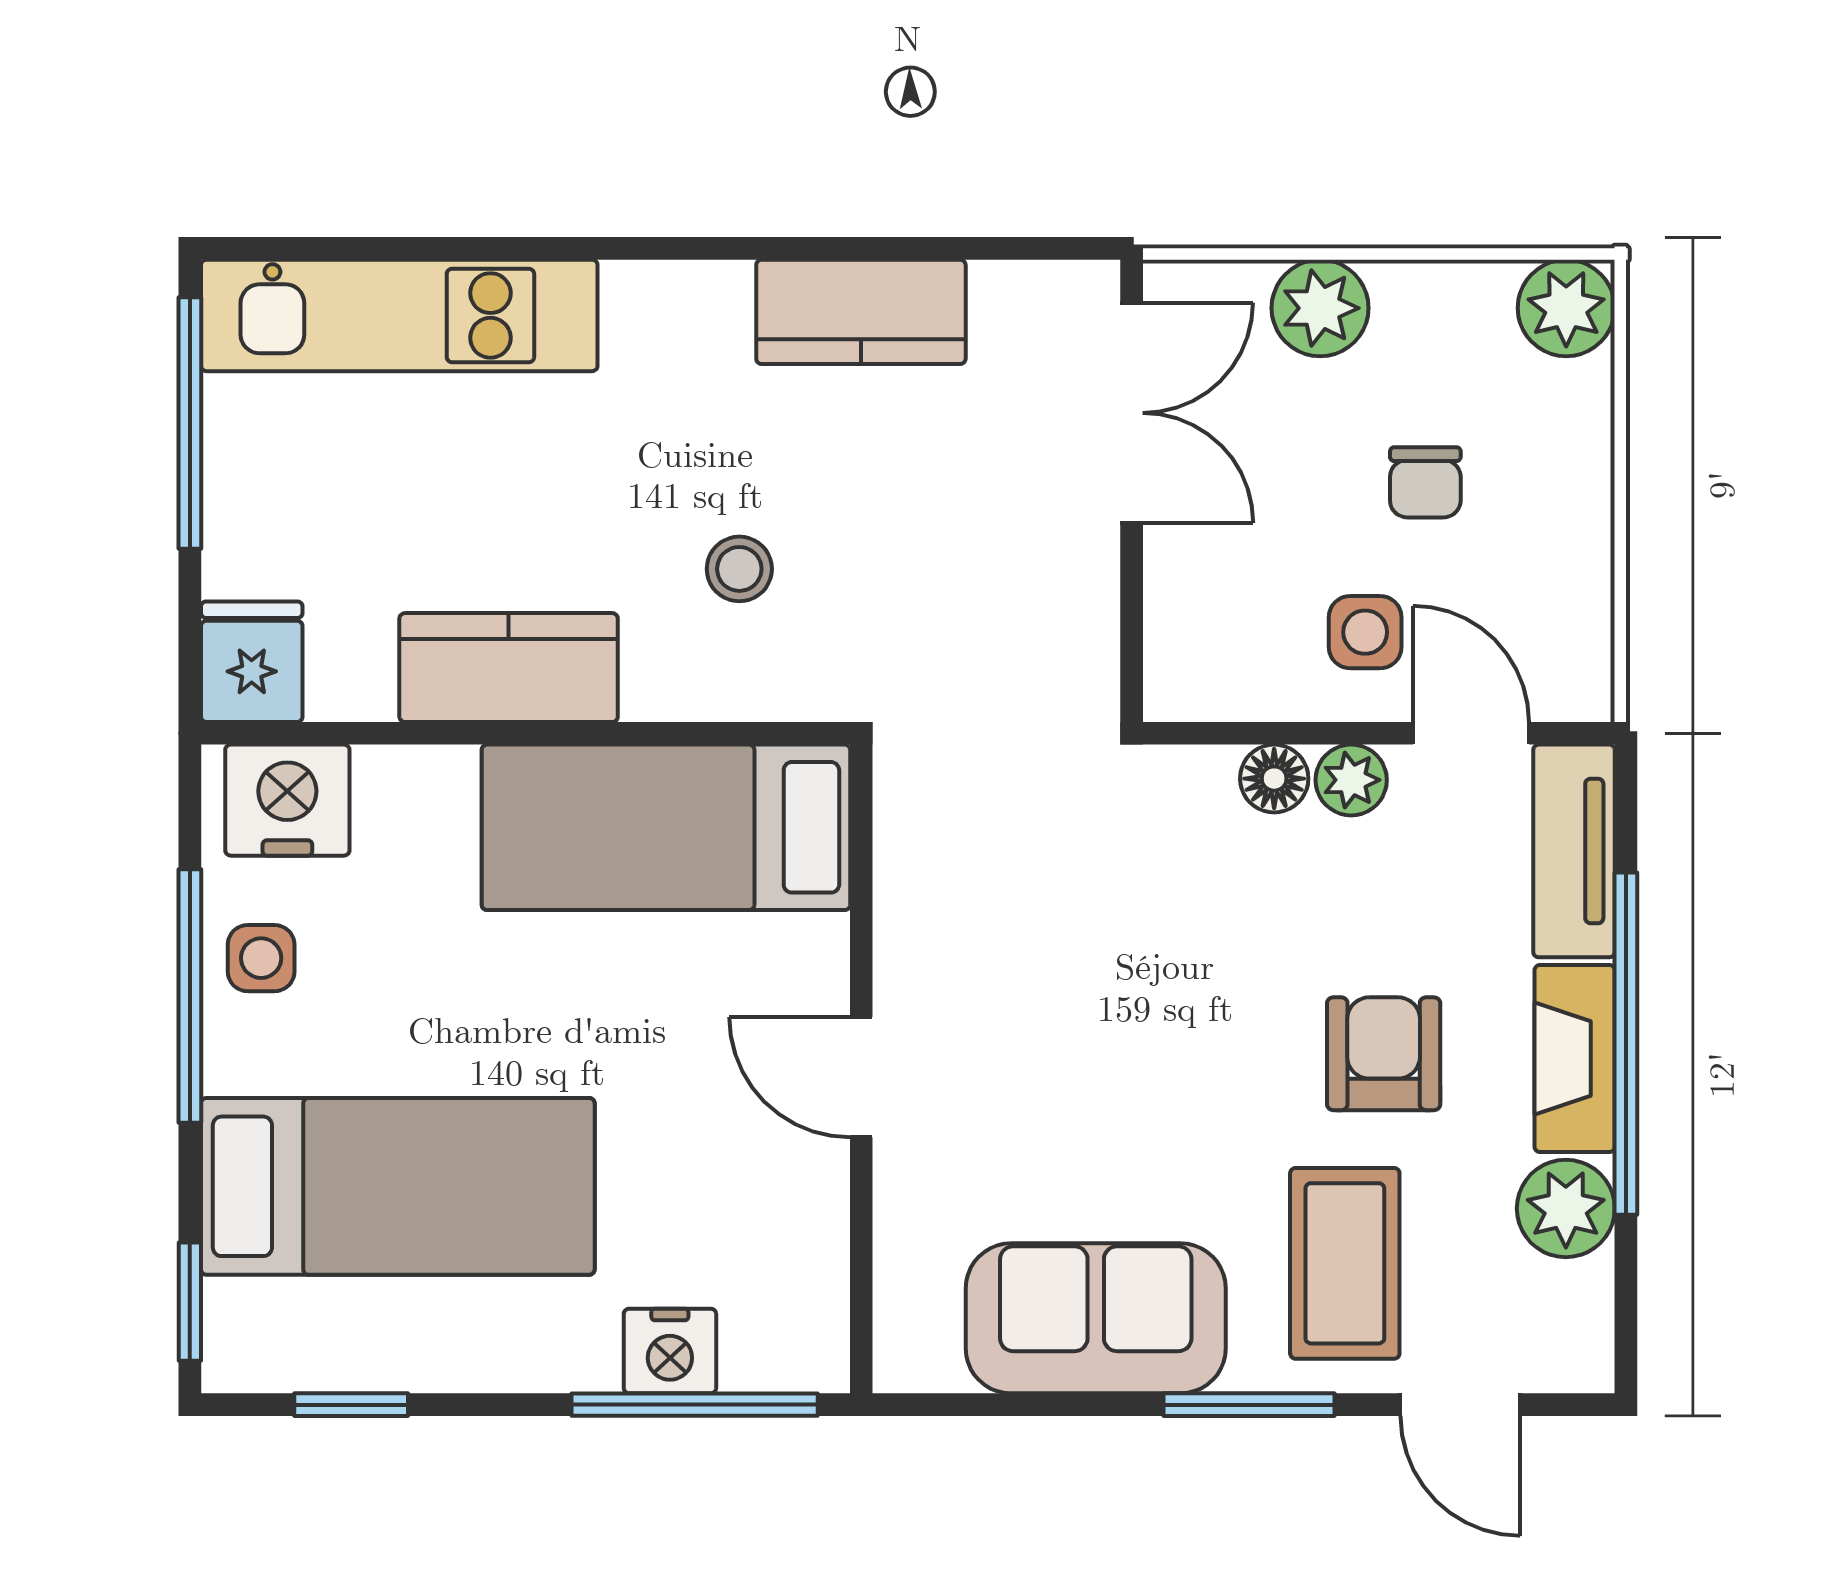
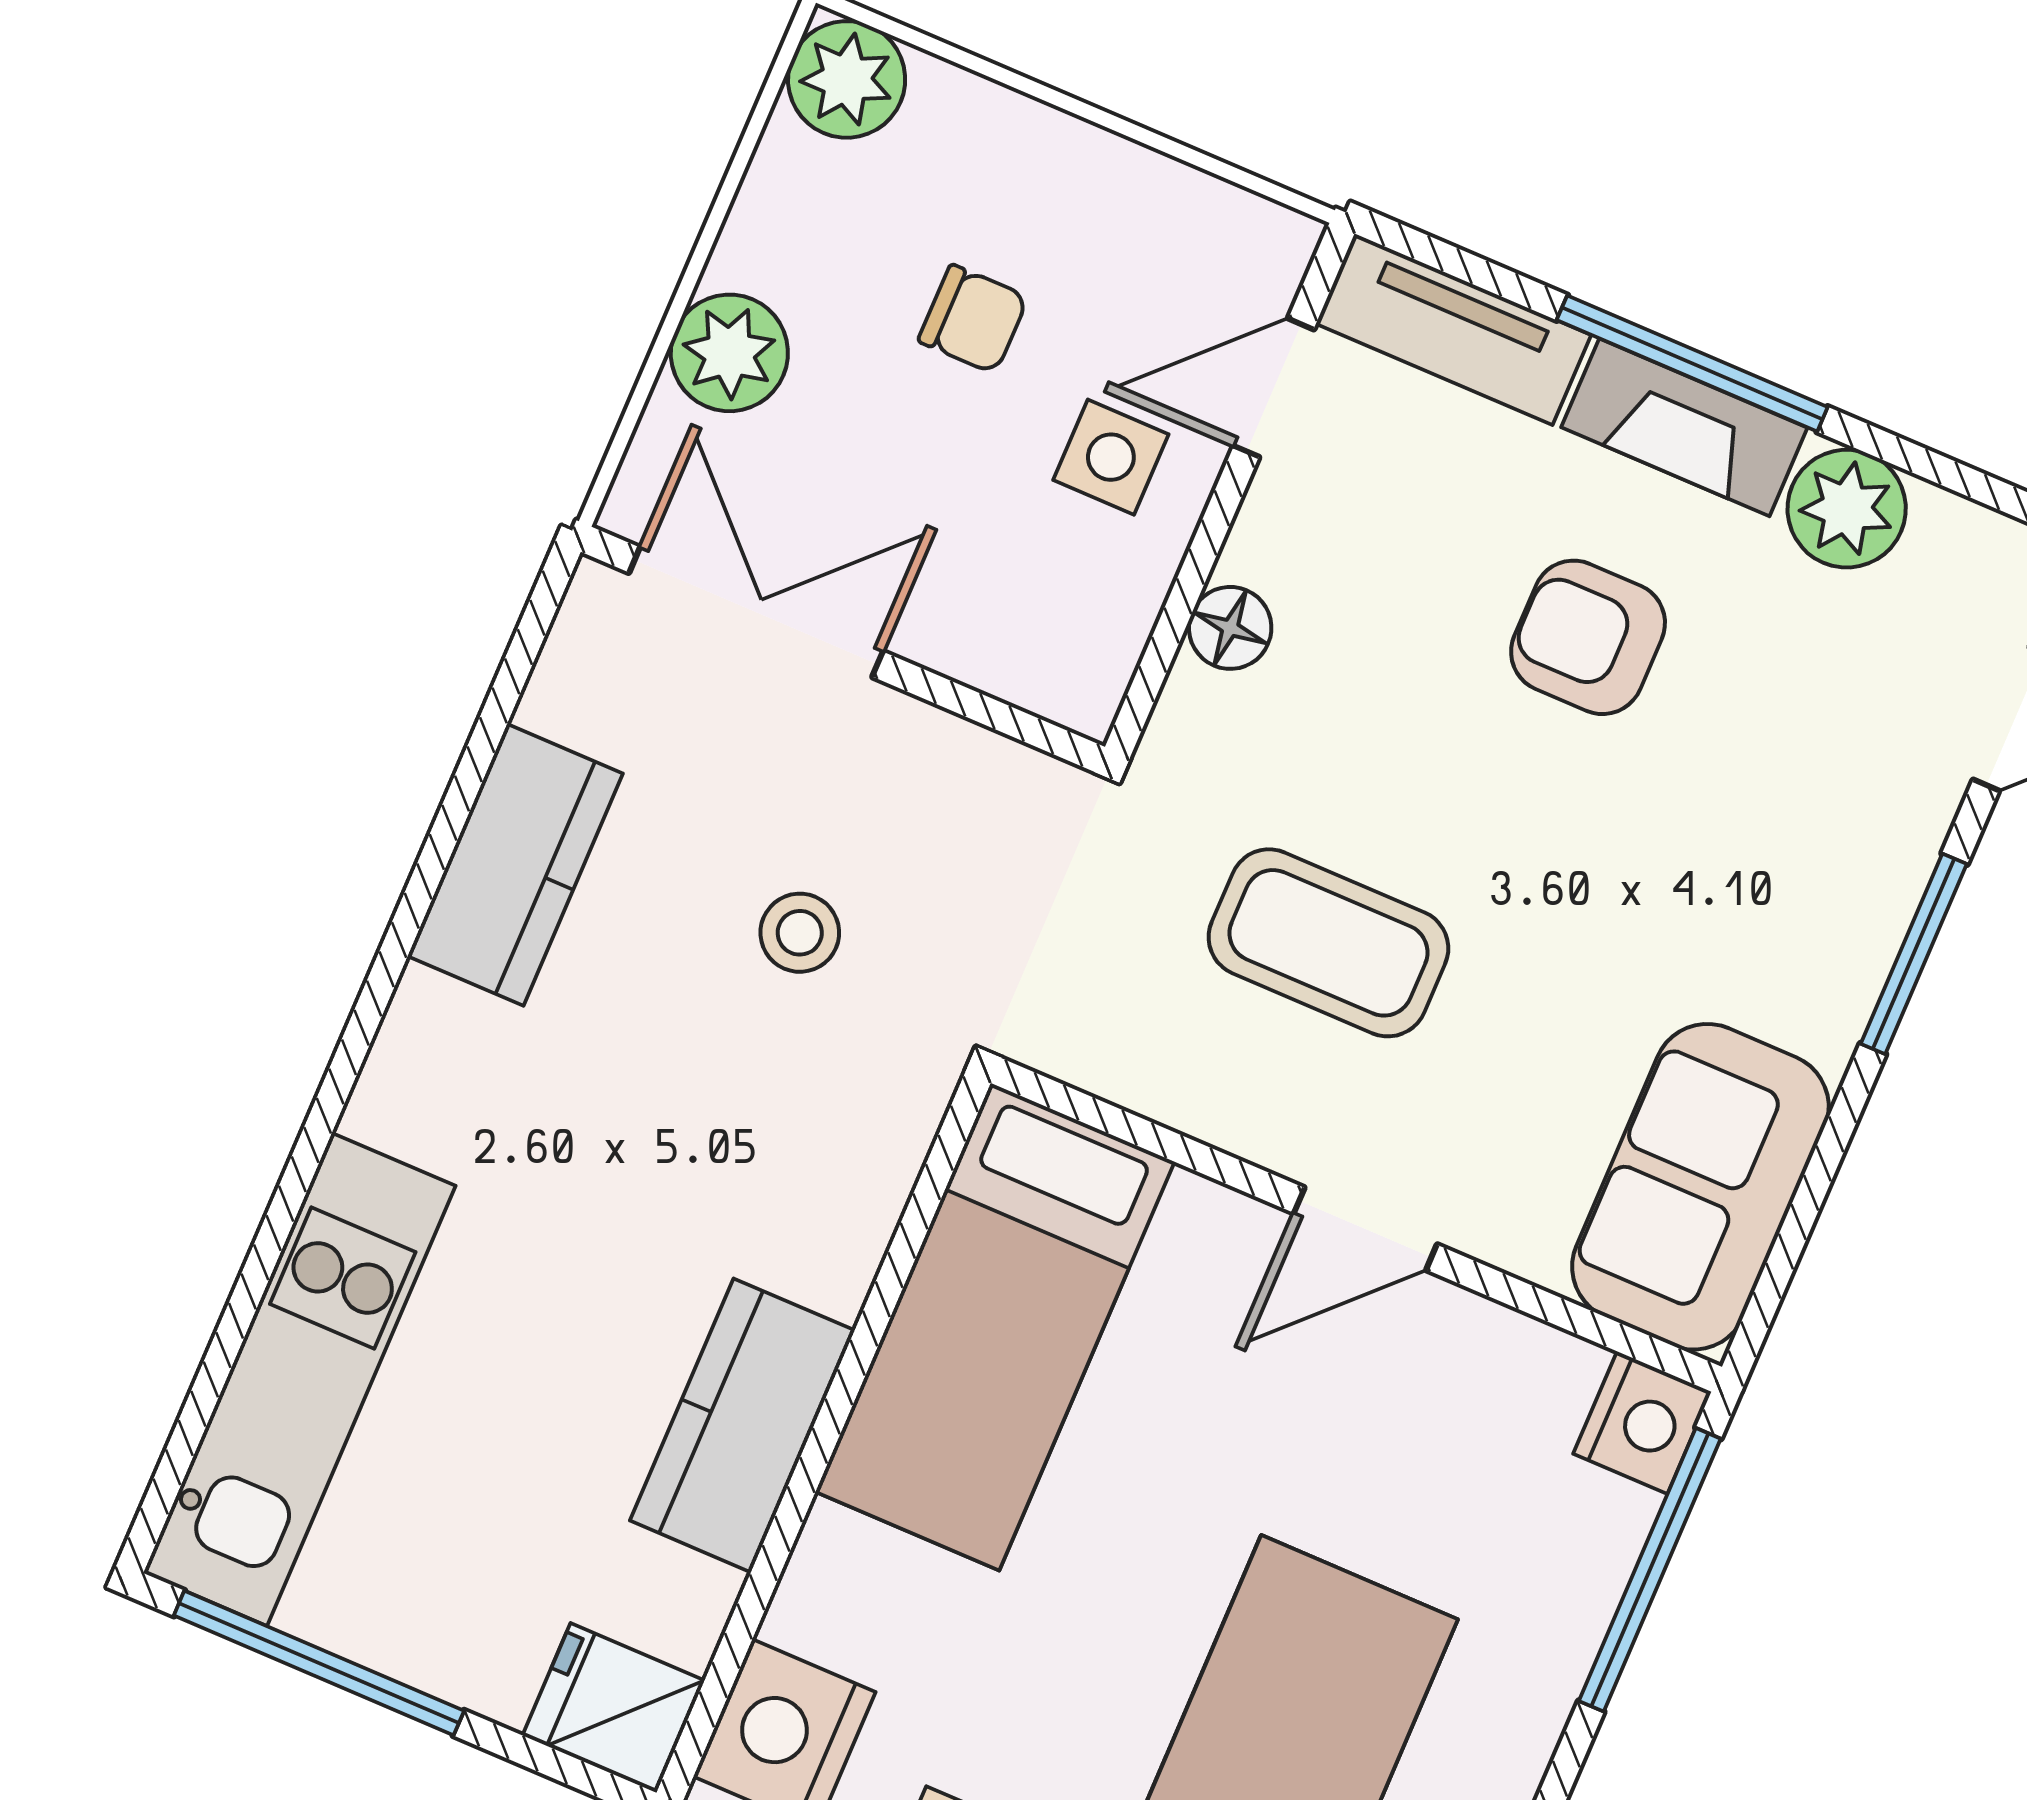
stool: (739, 569) -> (800, 933), moved
plant: (1351, 780) -> (1269, 543), removed
window: (1626, 1044) -> (1692, 363), width x0.68
coffee table: (1345, 1263) -> (1328, 943), moved
sofa: (1096, 1318) -> (1700, 1187), moved
nightstand: (670, 1351) -> (1642, 1423), moved

